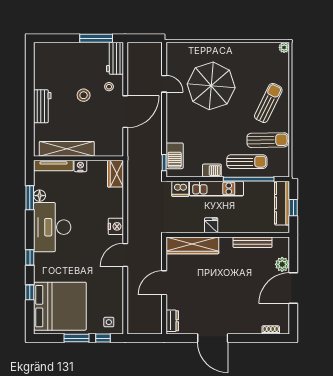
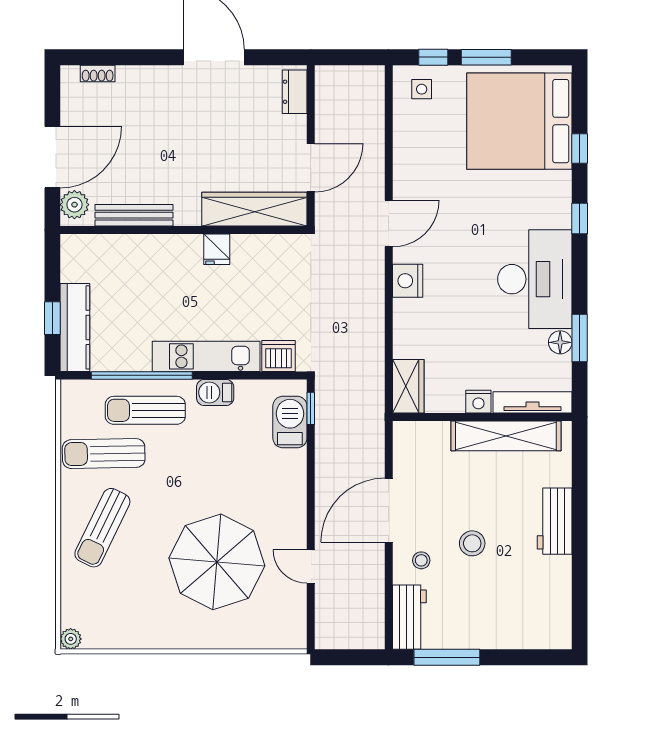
fridge: (211, 225) -> (217, 249), moved
wall: (228, 235) -> (184, 230), moved
bench: (253, 242) -> (134, 215), moved
wardrobe: (192, 245) -> (254, 209), moved

